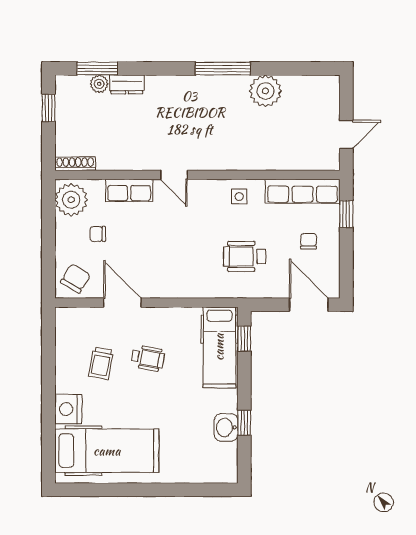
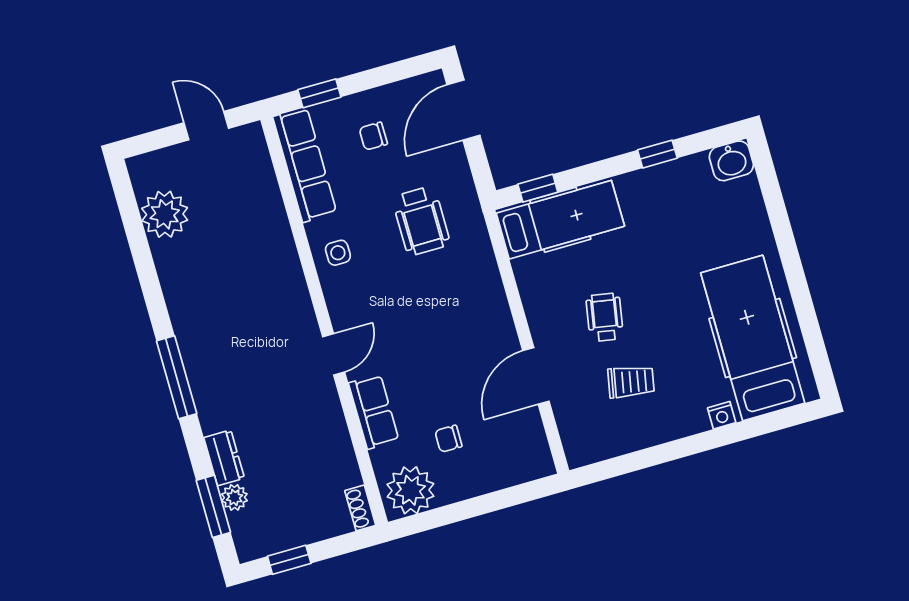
window: (223, 69) -> (177, 377), moved
plant: (265, 91) -> (165, 214), moved
shoe rack: (75, 164) -> (360, 508), width x0.70
chair: (98, 234) -> (448, 439), turned 90
chair: (75, 278) -> (521, 452), removed
nightstand: (68, 409) -> (722, 415), width x0.53, depth x0.56
washbasin: (226, 427) -> (731, 161), moved

